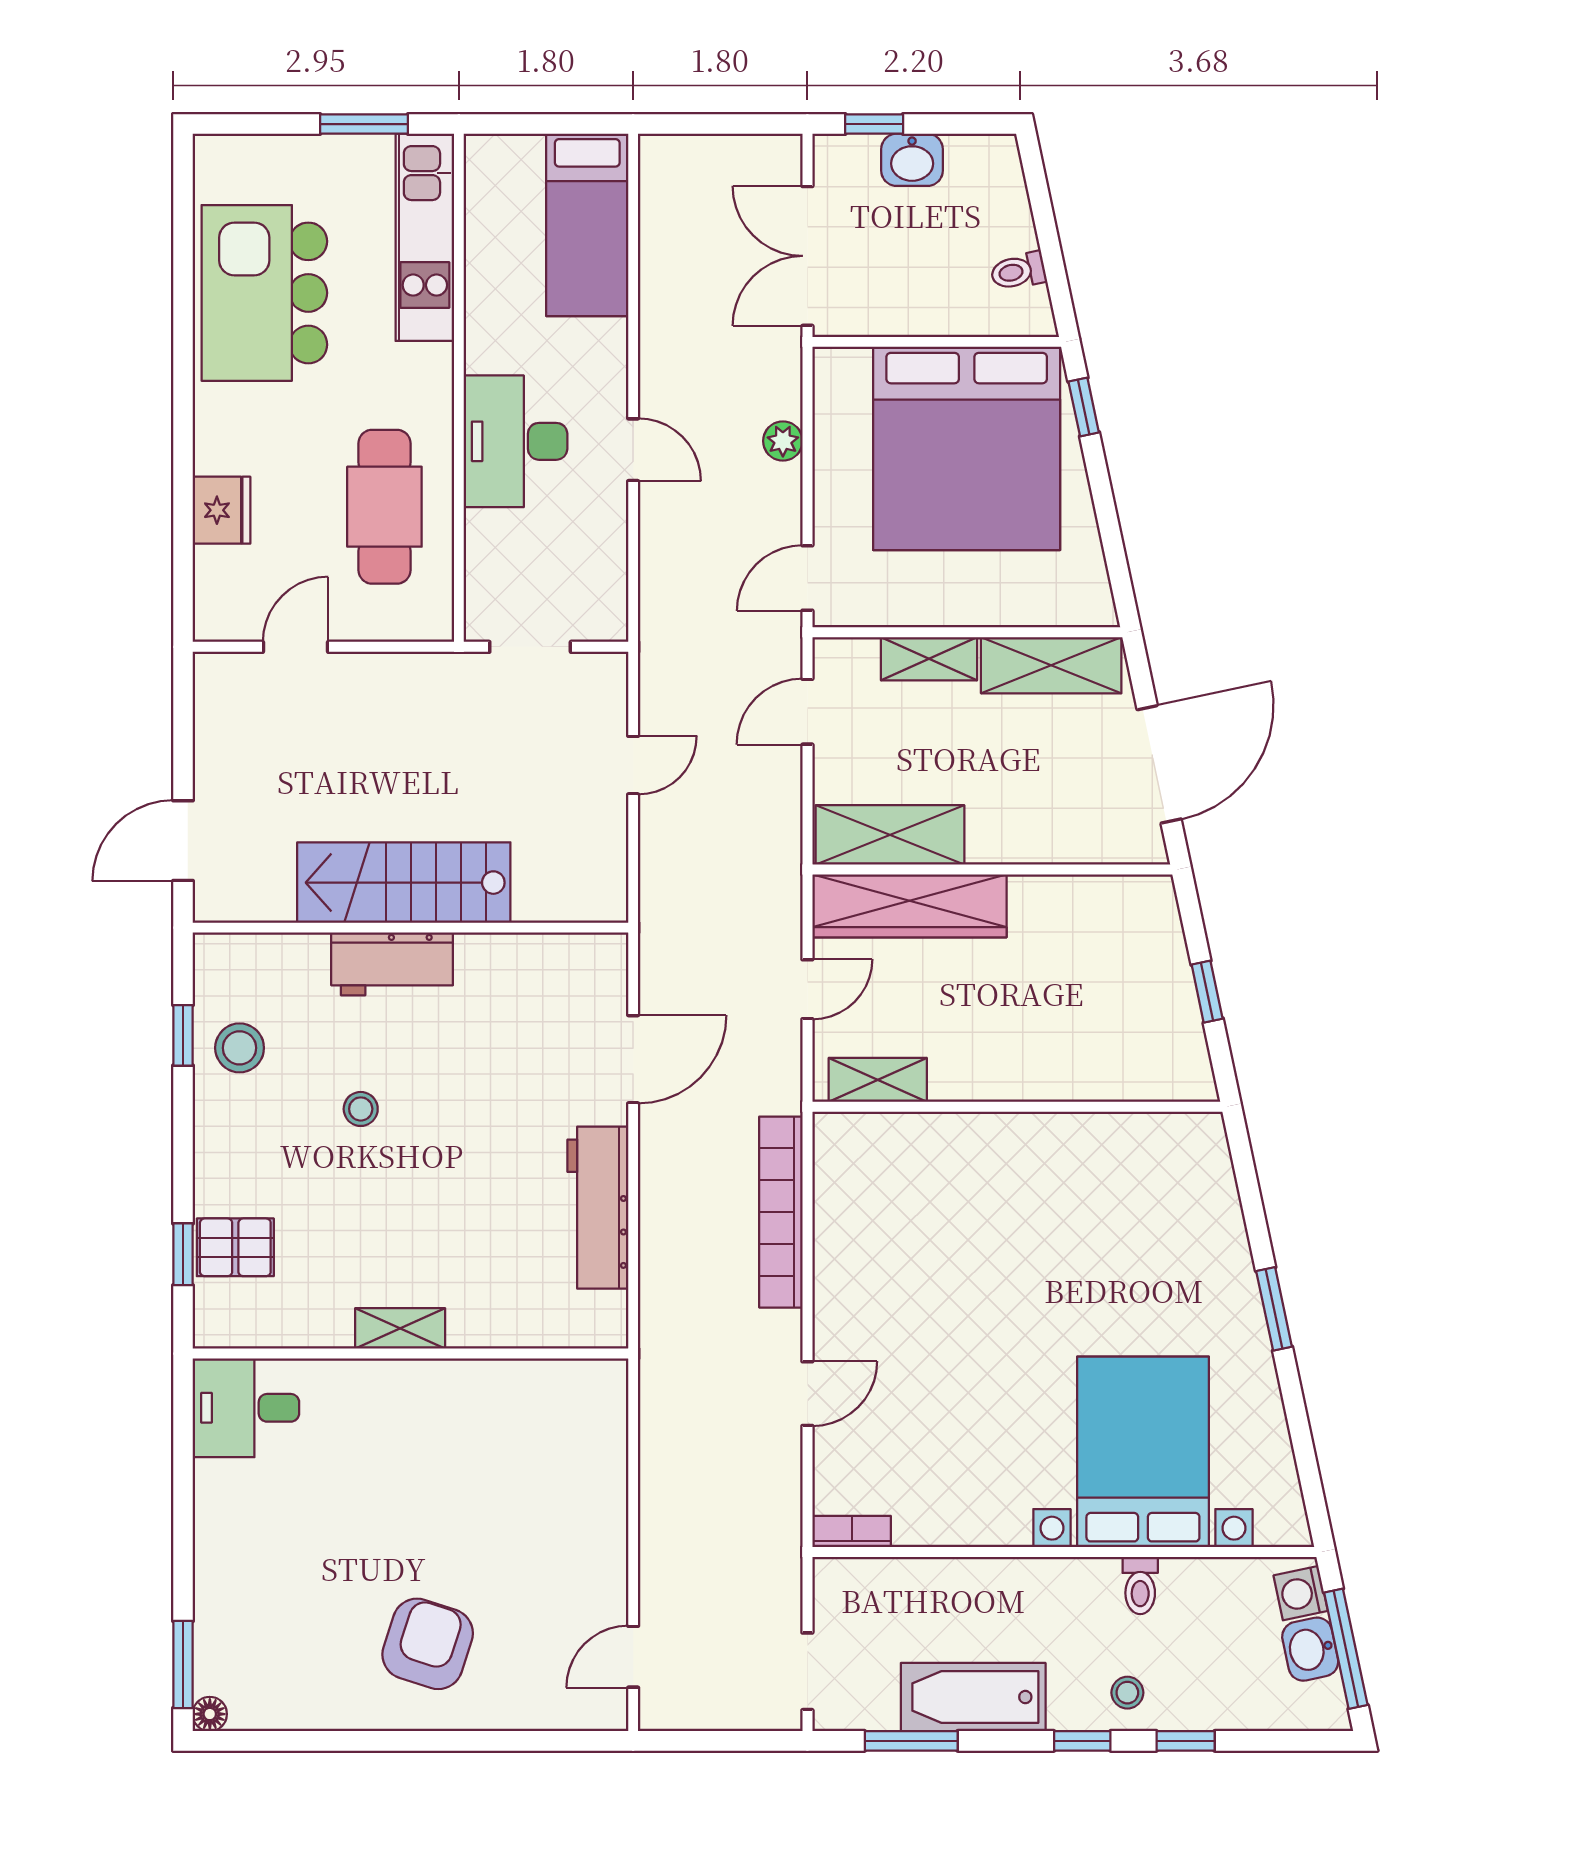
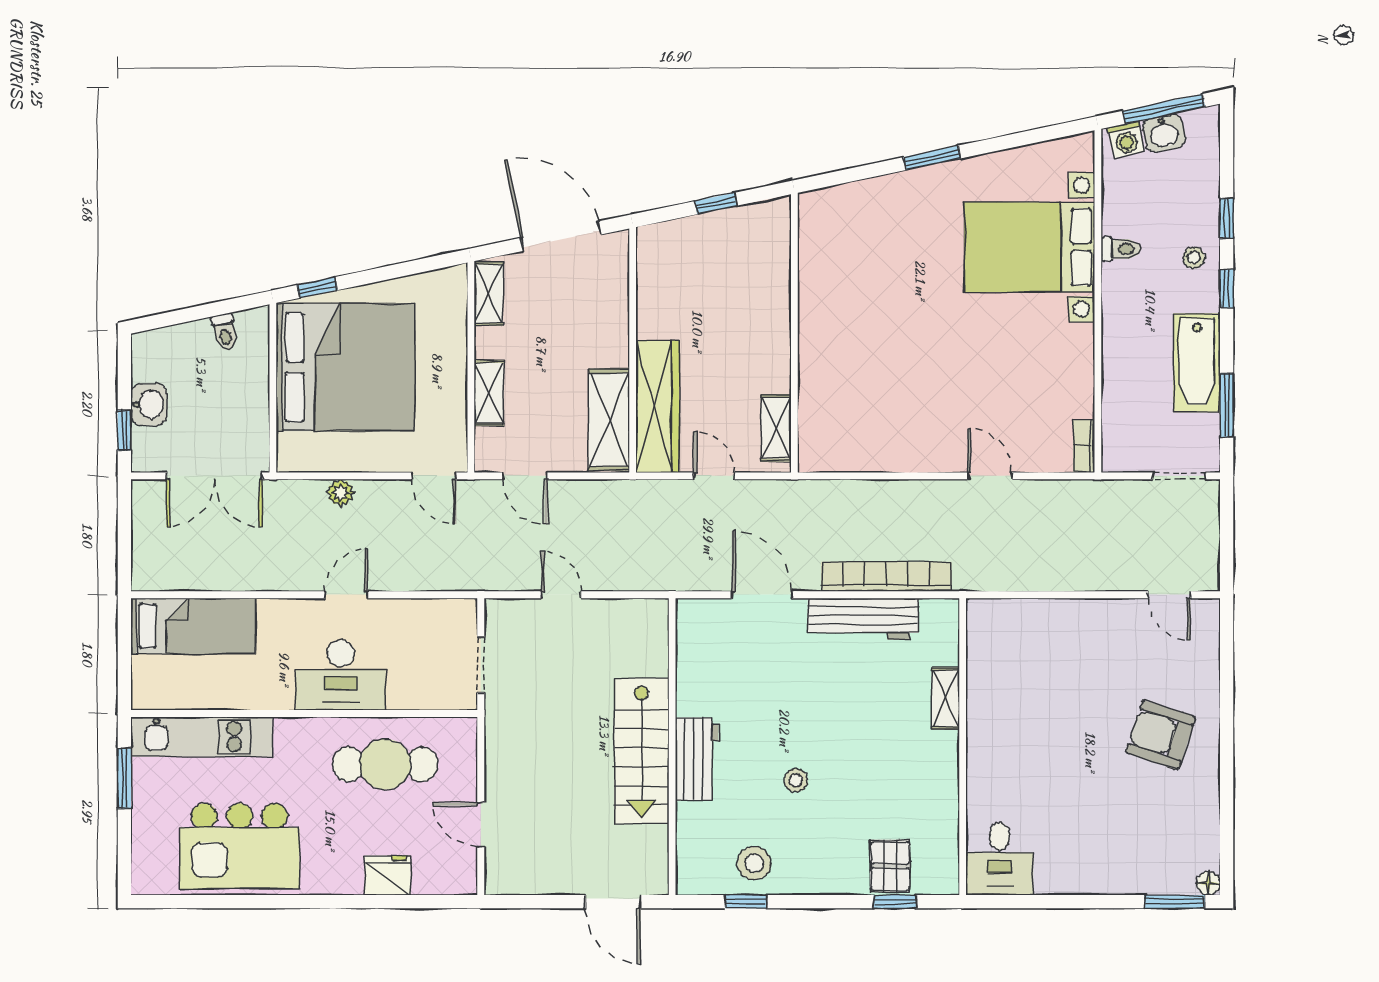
shelving: (1051, 665) -> (489, 294), width x0.67, depth x0.75
bookcase: (781, 1212) -> (886, 577), moved, turned 180
shelving: (400, 1328) -> (945, 698), moved

